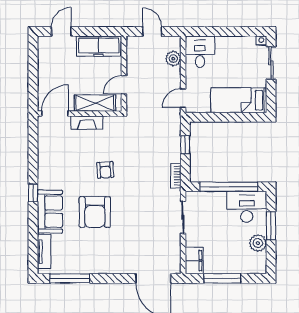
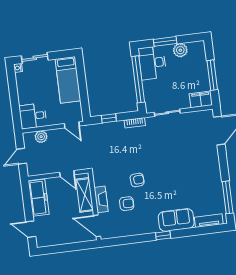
armchair: (95, 212) -> (127, 204), moved, width x0.53, depth x0.53

